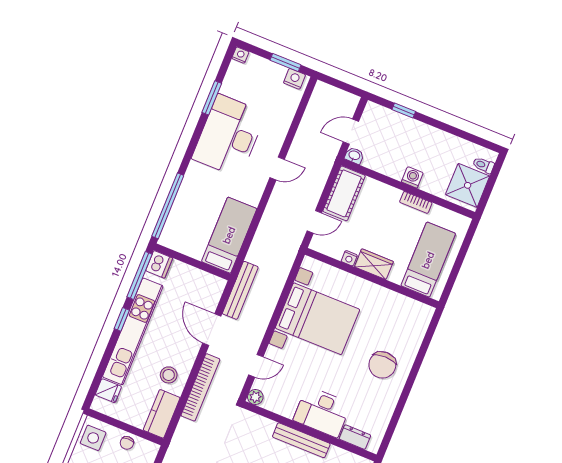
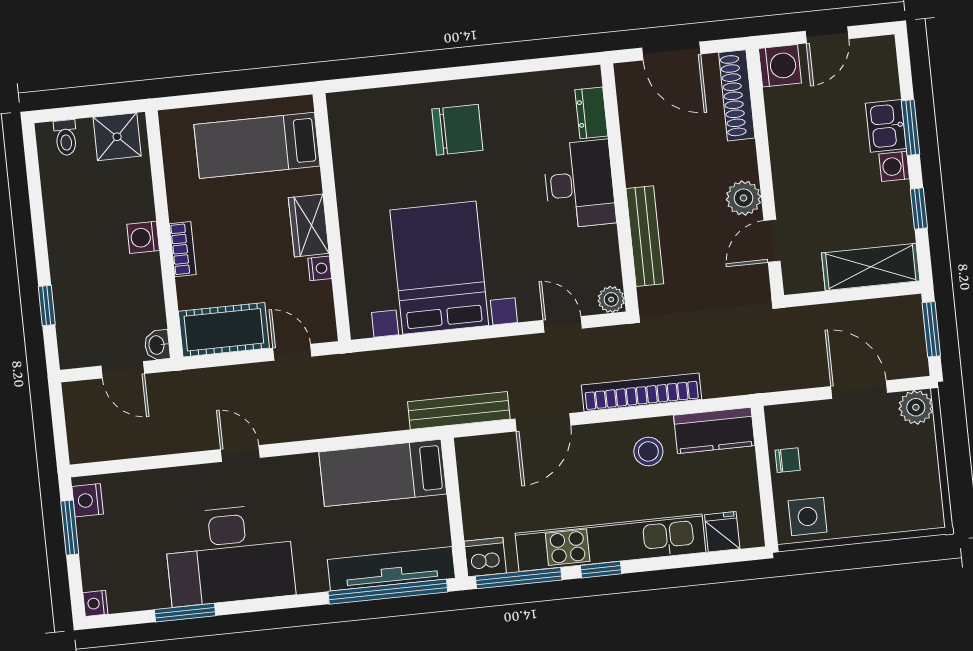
shower: (468, 185) -> (117, 137), width x0.73, depth x0.73
bookcase: (416, 202) -> (183, 249), moved
tv unit: (178, 214) -> (391, 569), added
bench: (301, 440) -> (645, 236), moved

